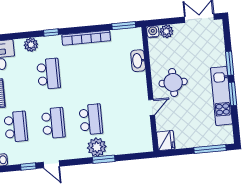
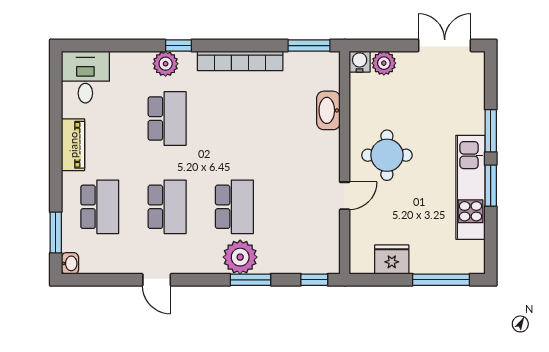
plant: (31, 45) -> (166, 64), moved
fridge: (166, 141) -> (392, 260), moved, turned -90
window: (28, 167) -> (314, 280), moved

